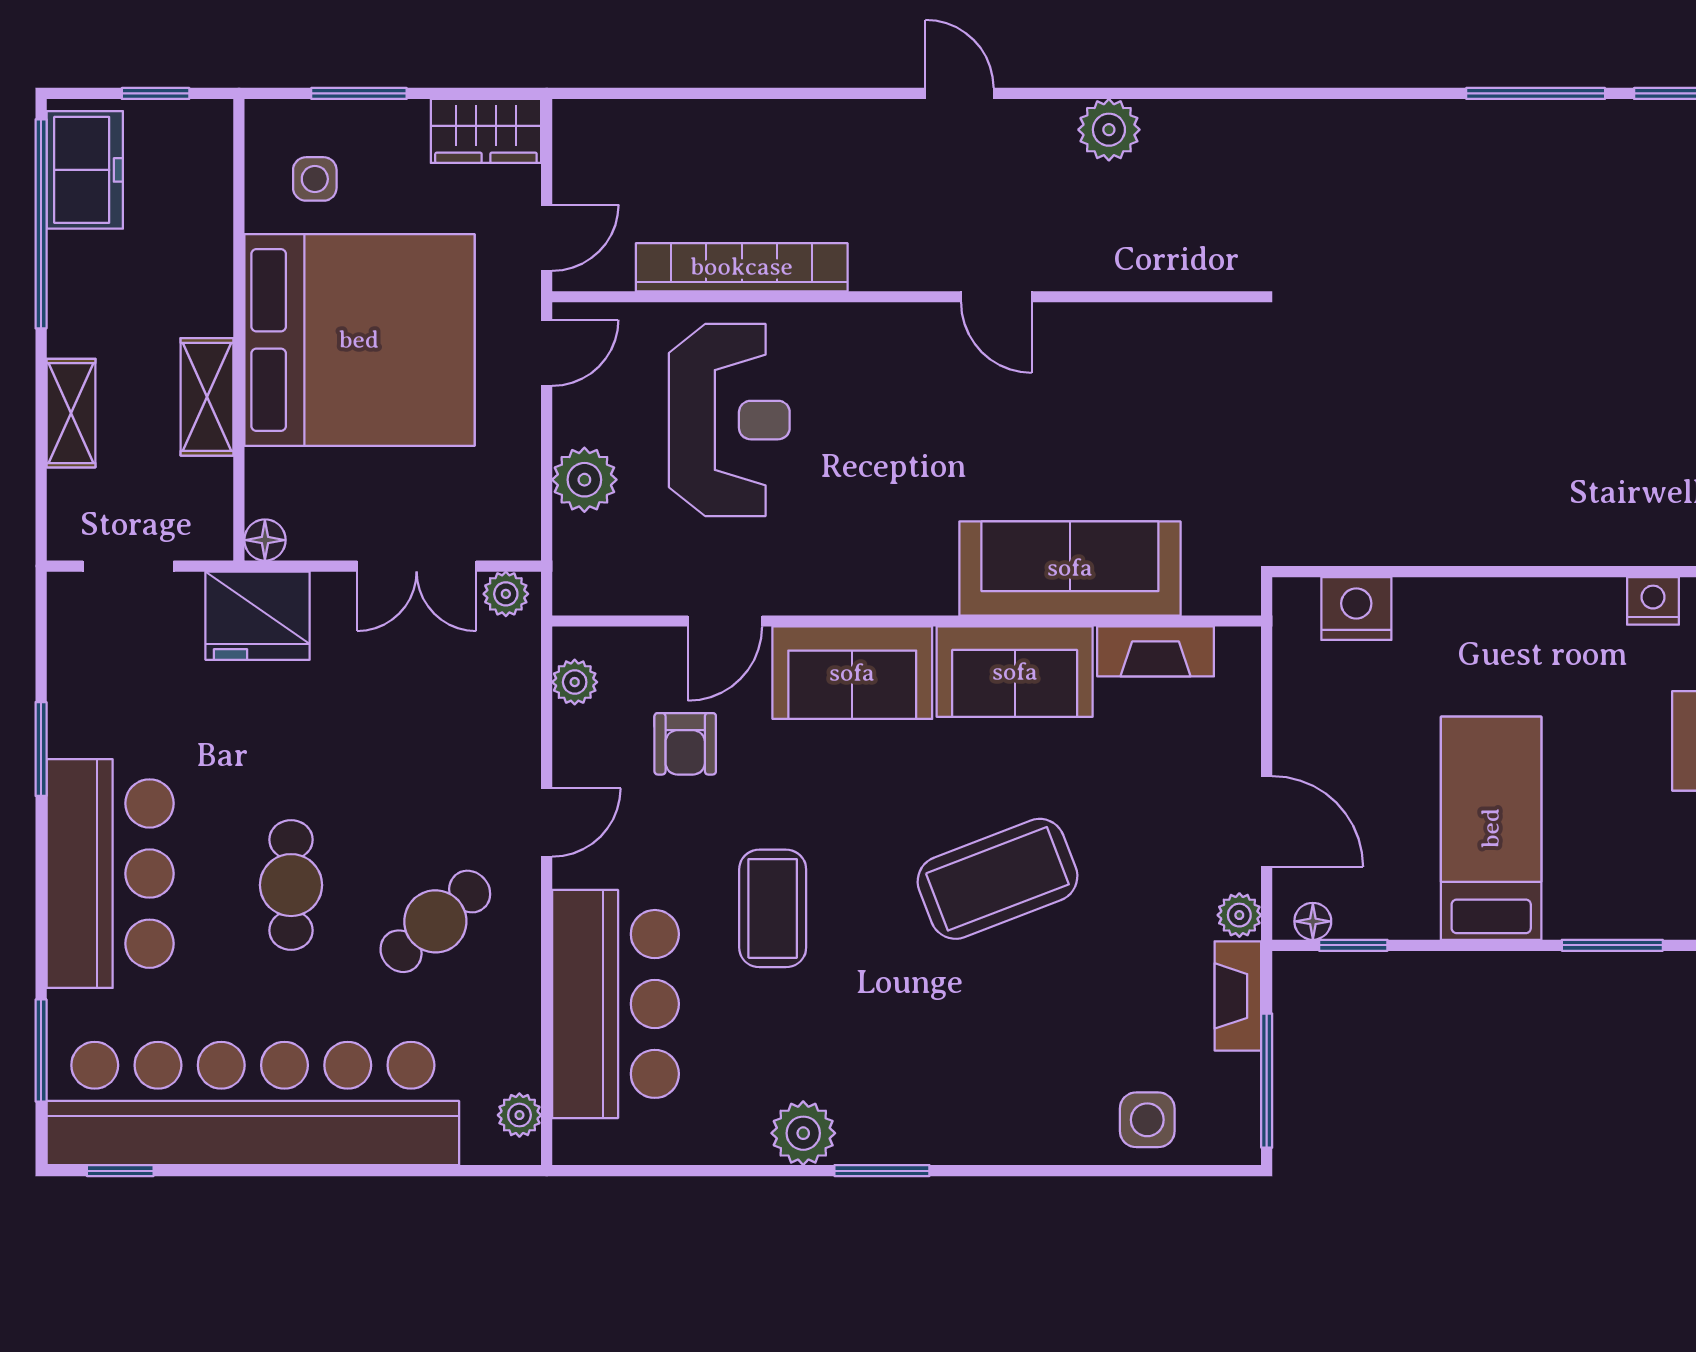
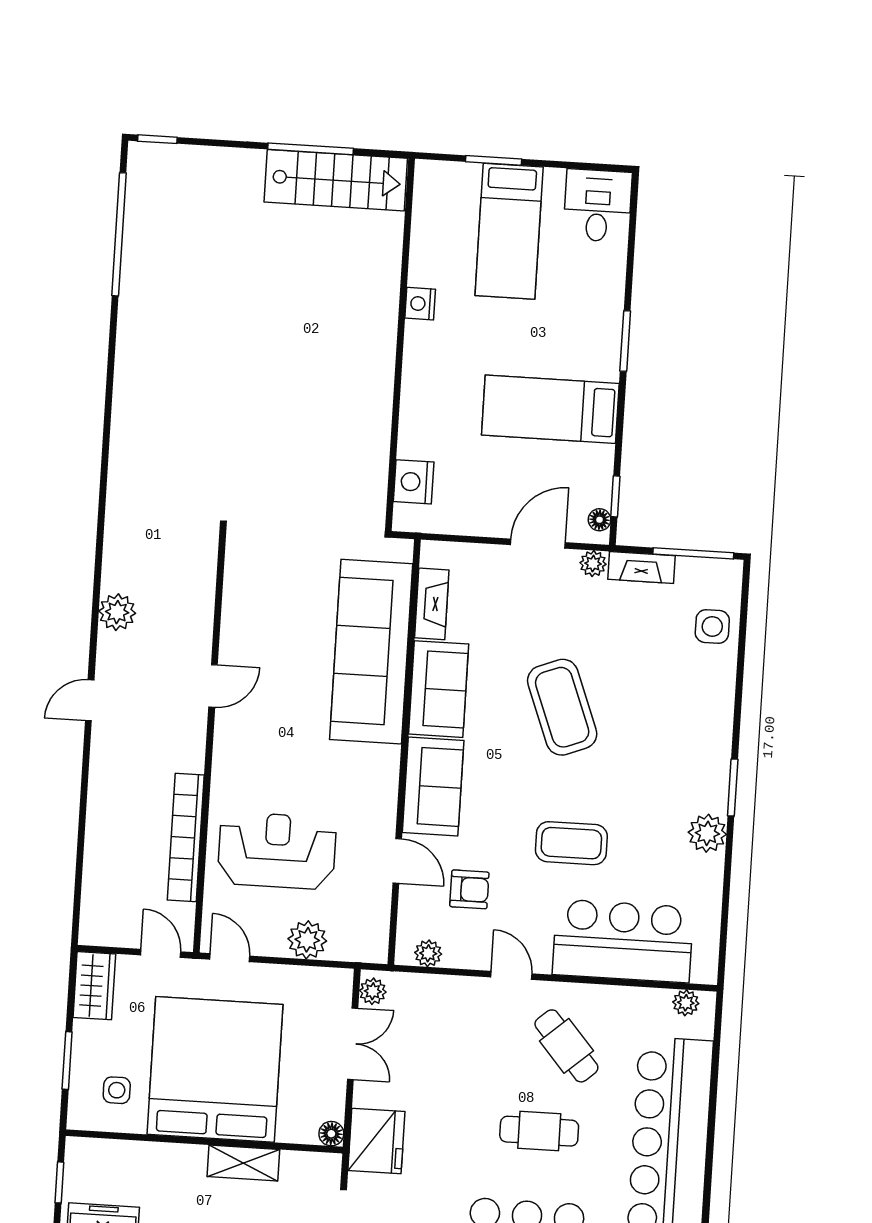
window: (1536, 93) -> (111, 355), removed
sofa: (1070, 568) -> (371, 652), width x1.36, depth x1.27

